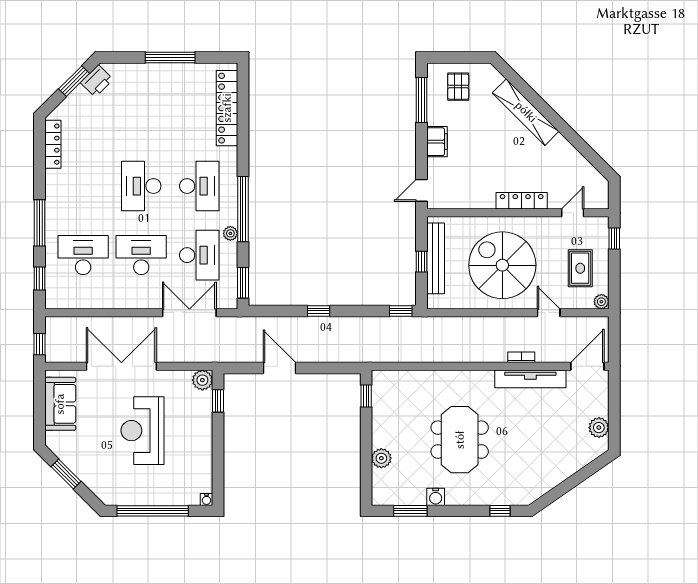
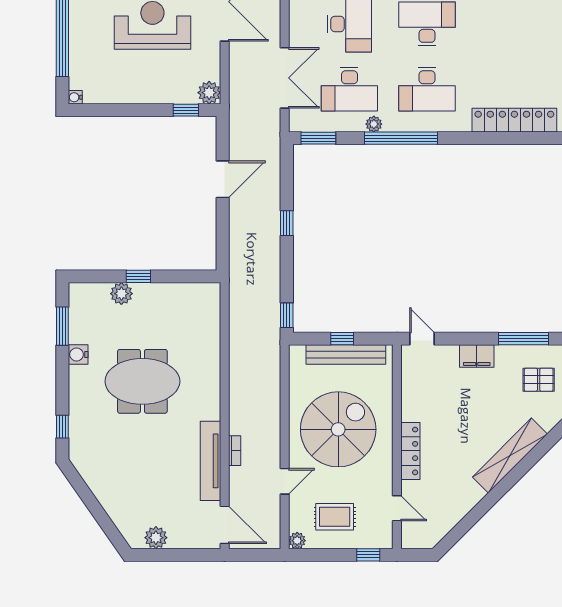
window: (366, 396) -> (138, 276), moved

